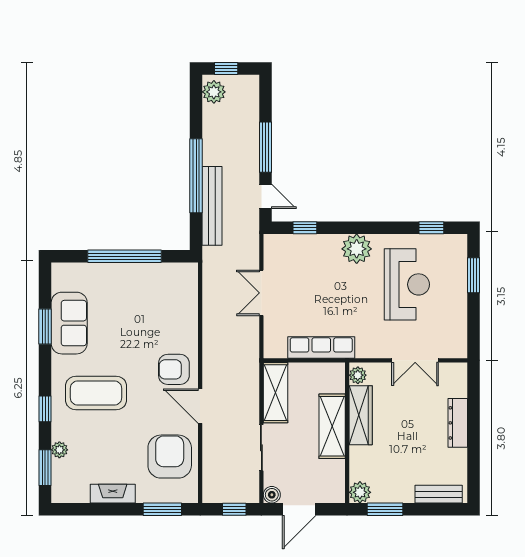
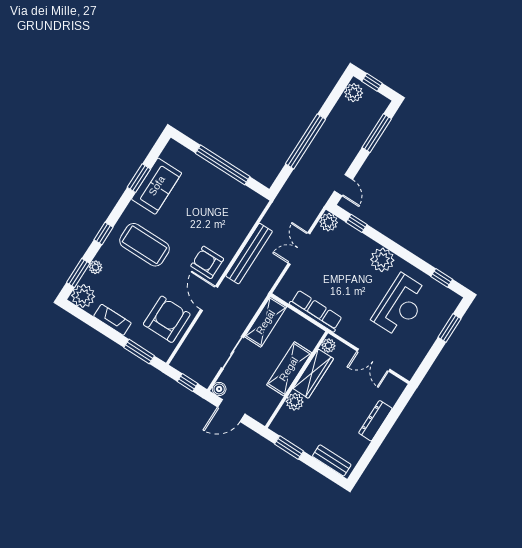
window: (265, 147) -> (377, 133), moved
bench: (212, 206) -> (249, 254), moved
plant: (275, 245) -> (329, 222), added
plant: (66, 488) -> (83, 296), added
plant: (360, 492) -> (295, 402), moved

